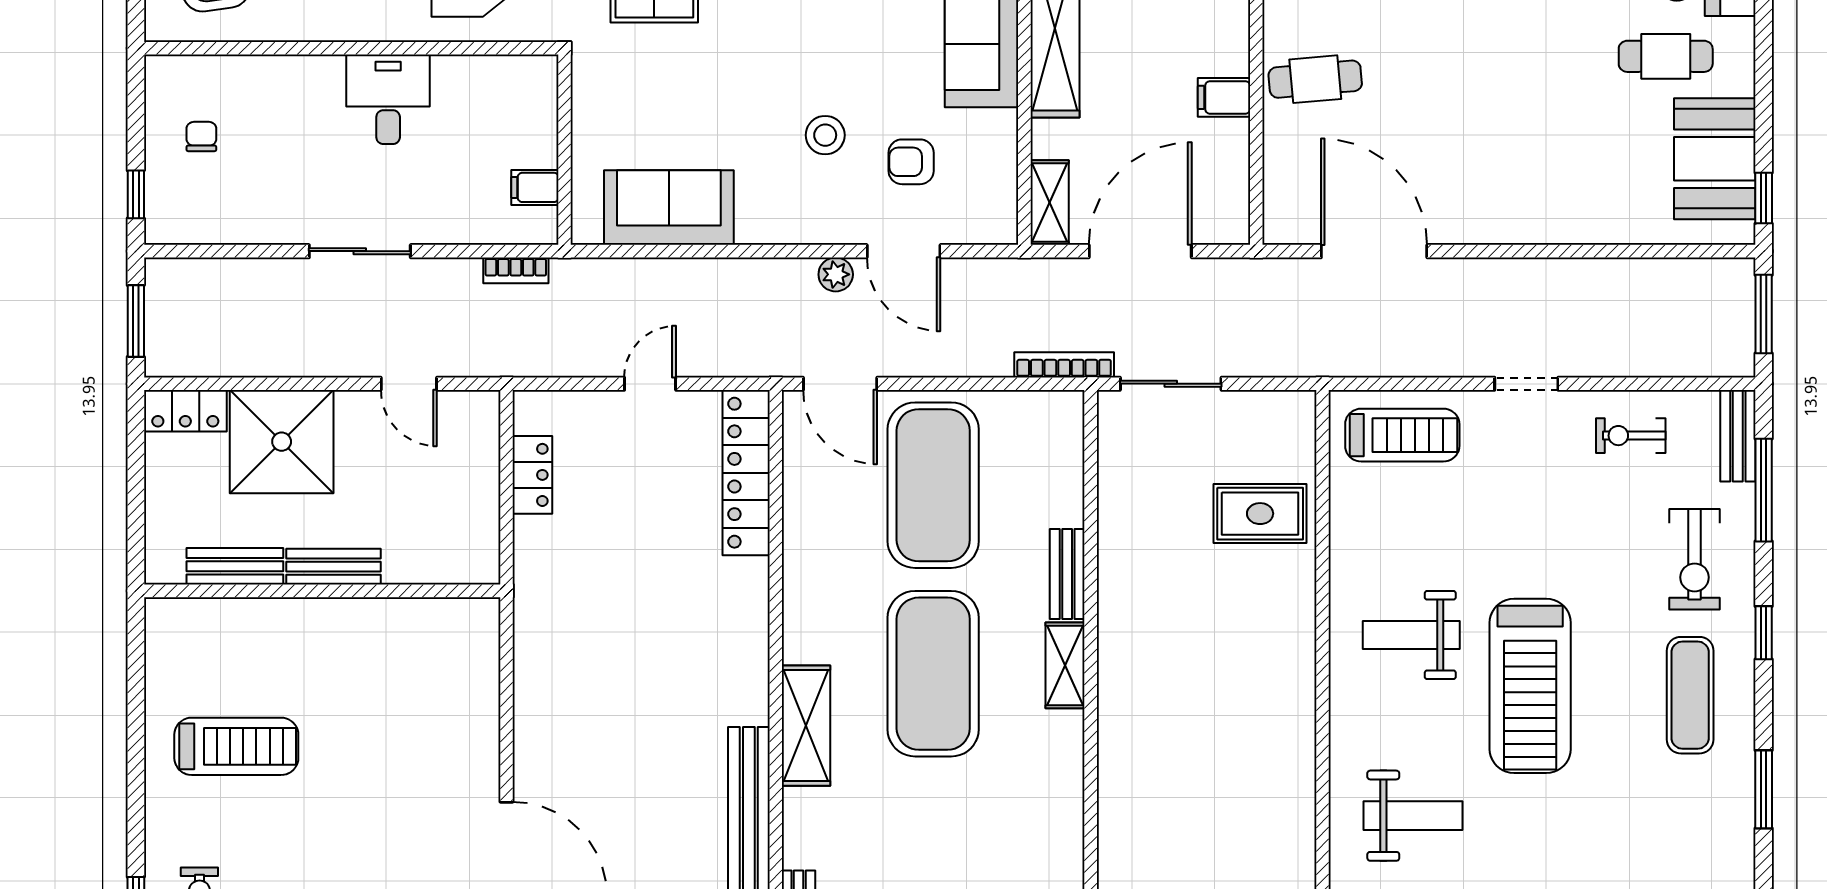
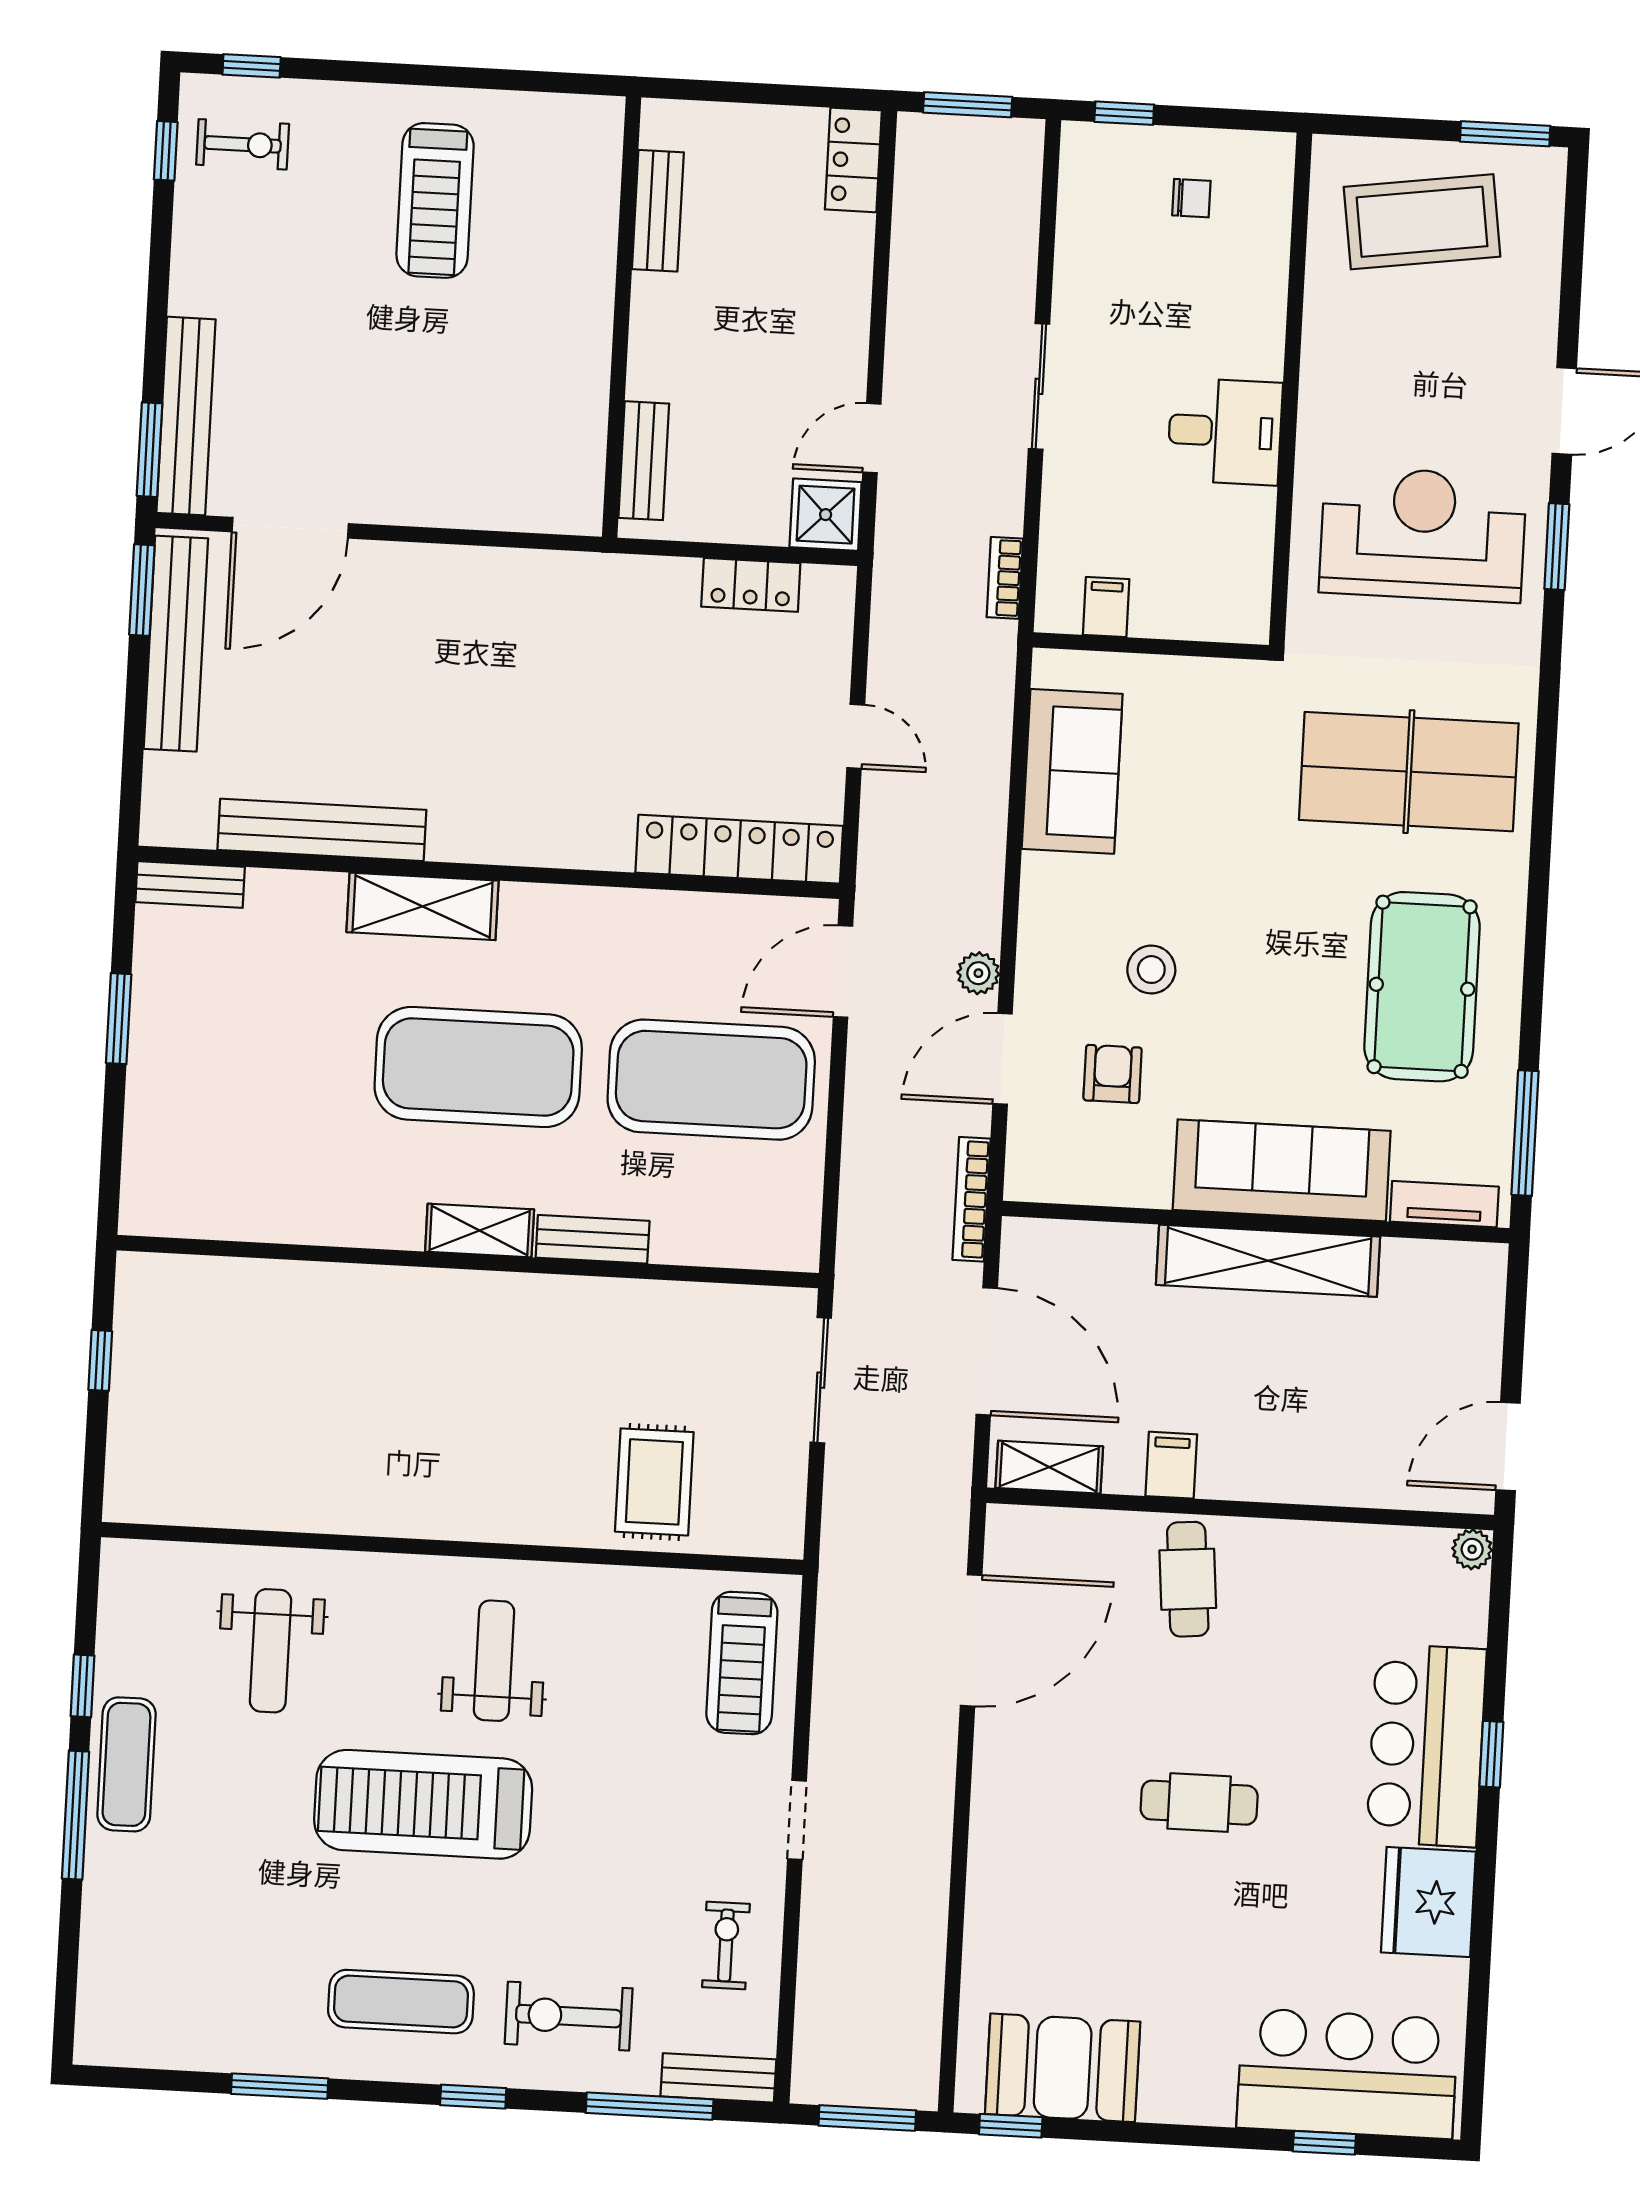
cafe table: (1666, 56) -> (1199, 1803), moved, turned 90
shelving: (1050, 203) -> (1049, 1467), moved
bookcase: (1064, 365) -> (971, 1199), moved, turned 180
shower: (282, 442) -> (826, 515), moved, width x0.54, depth x0.54
bench: (334, 567) -> (644, 461), moved

